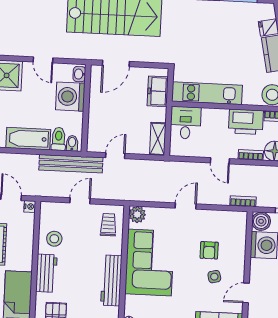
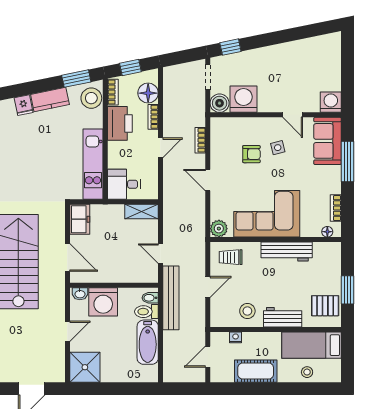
freezer: (158, 91) -> (80, 219), moved, turned -90
door: (80, 201) -> (208, 287), swing flipped
bookcase: (243, 201) -> (200, 140), moved
nightstand: (30, 206) -> (236, 337), moved

